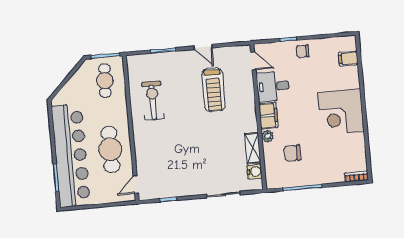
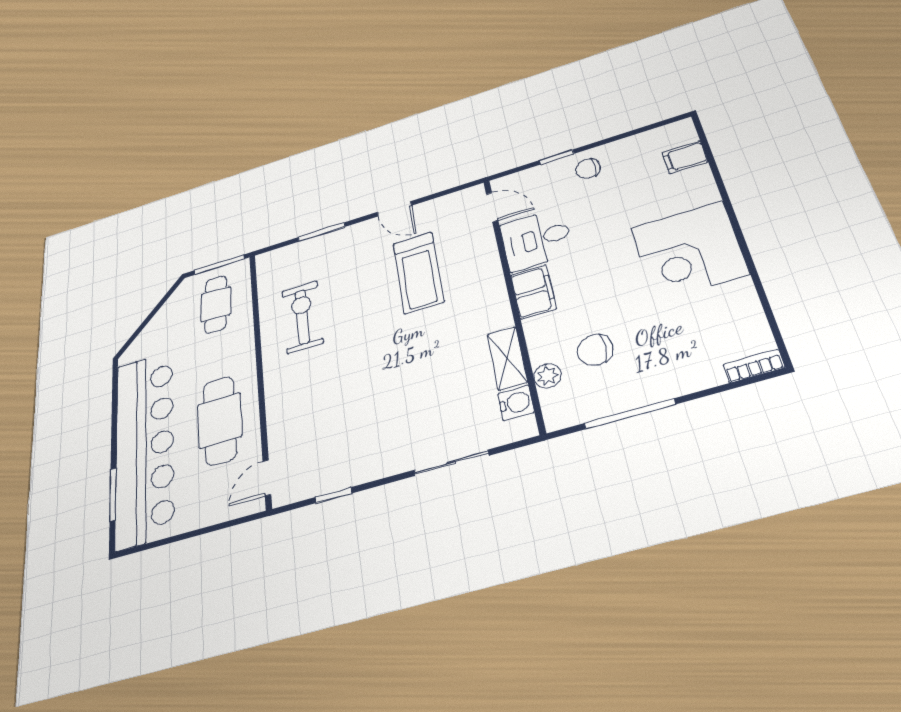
plant: (268, 136) -> (547, 376), moved

